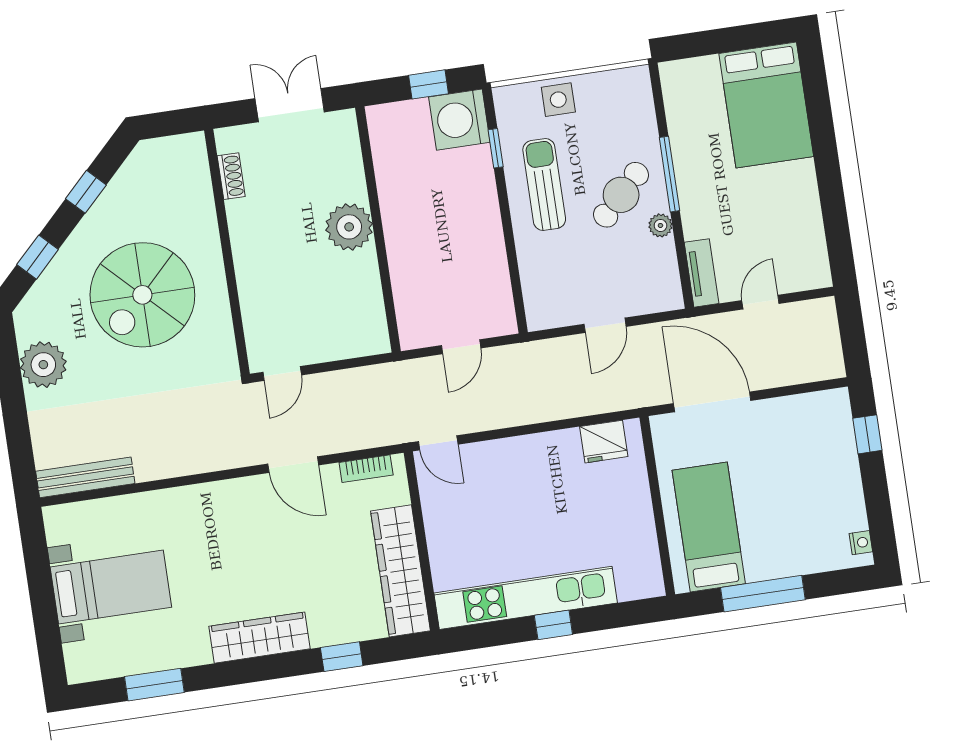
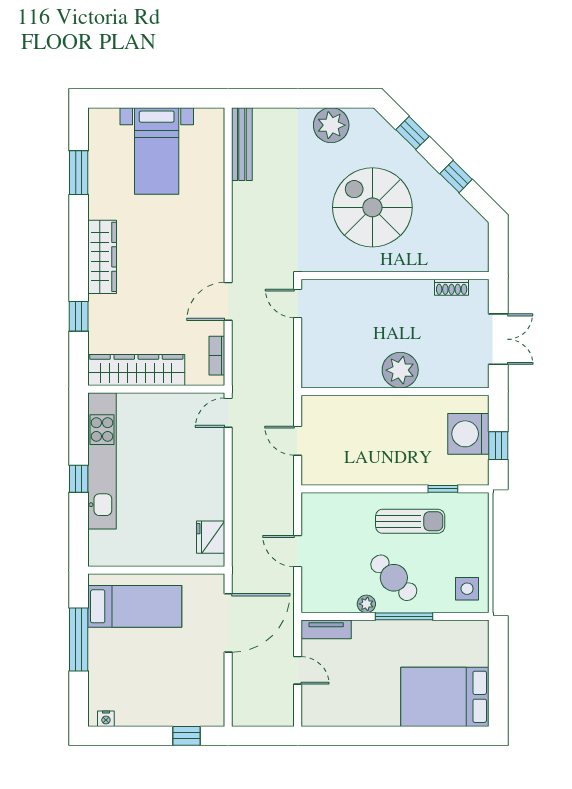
side table: (558, 100) -> (467, 589), moved
washing machine: (459, 120) -> (468, 434), moved, turned -90

